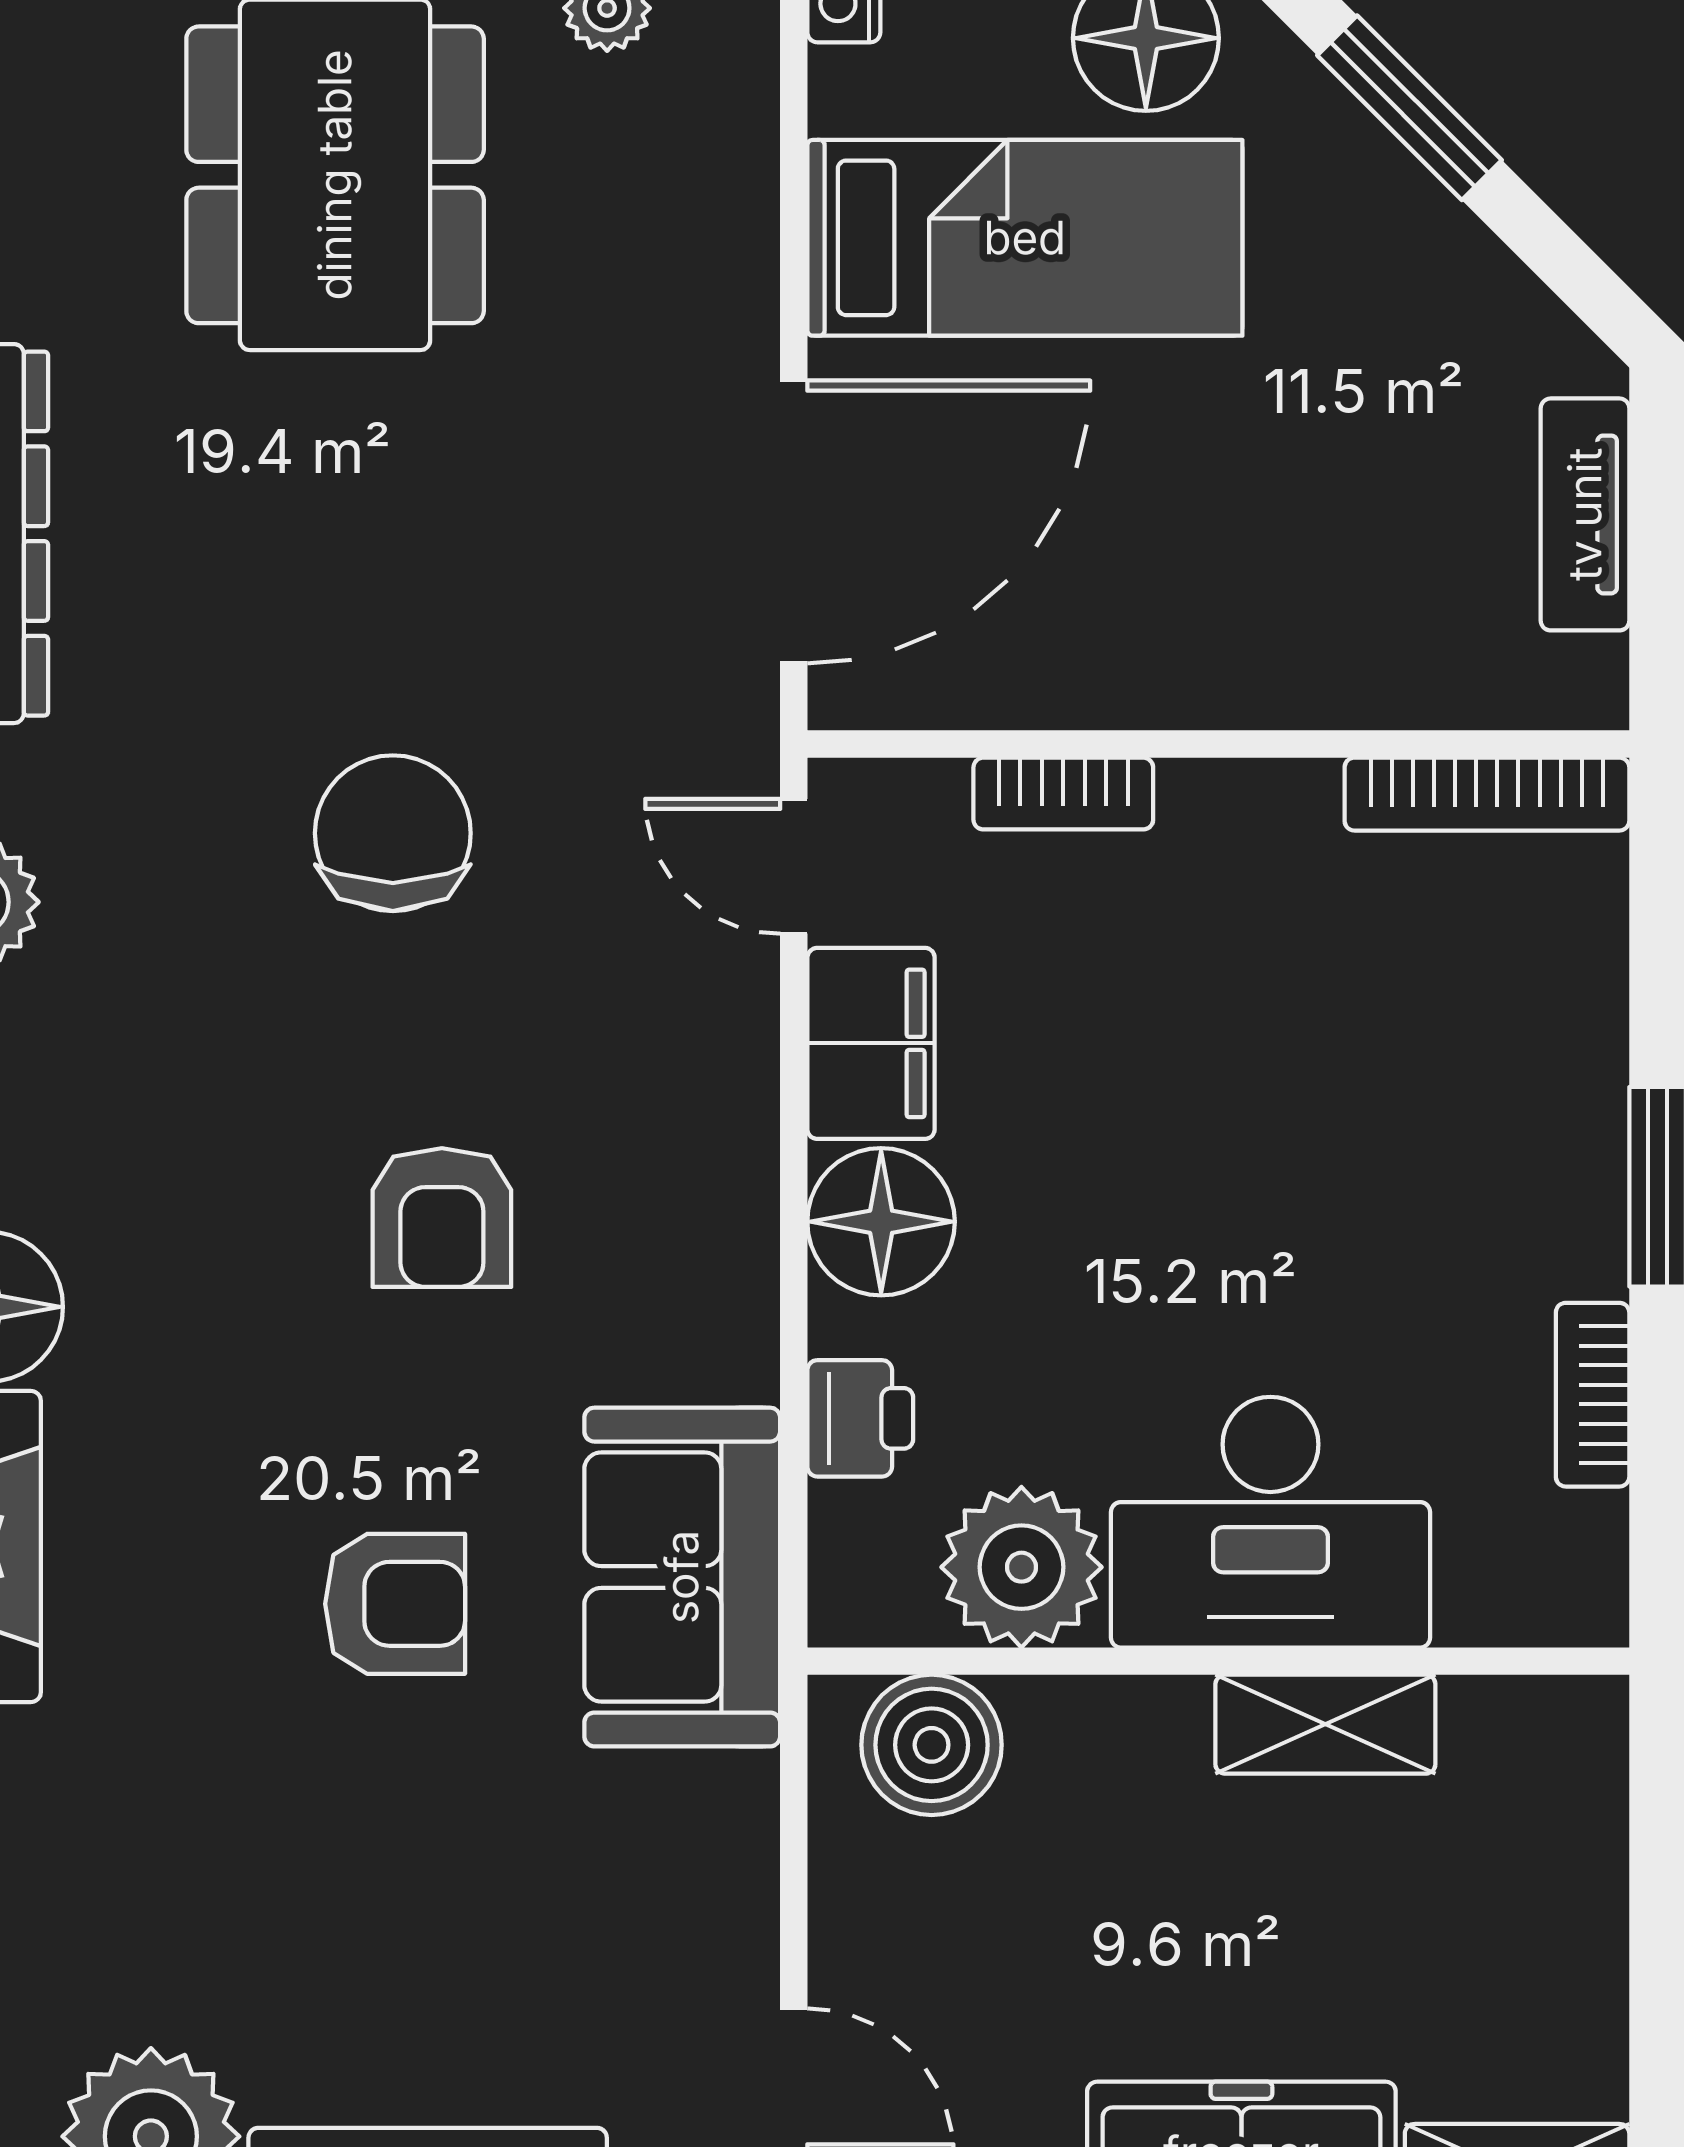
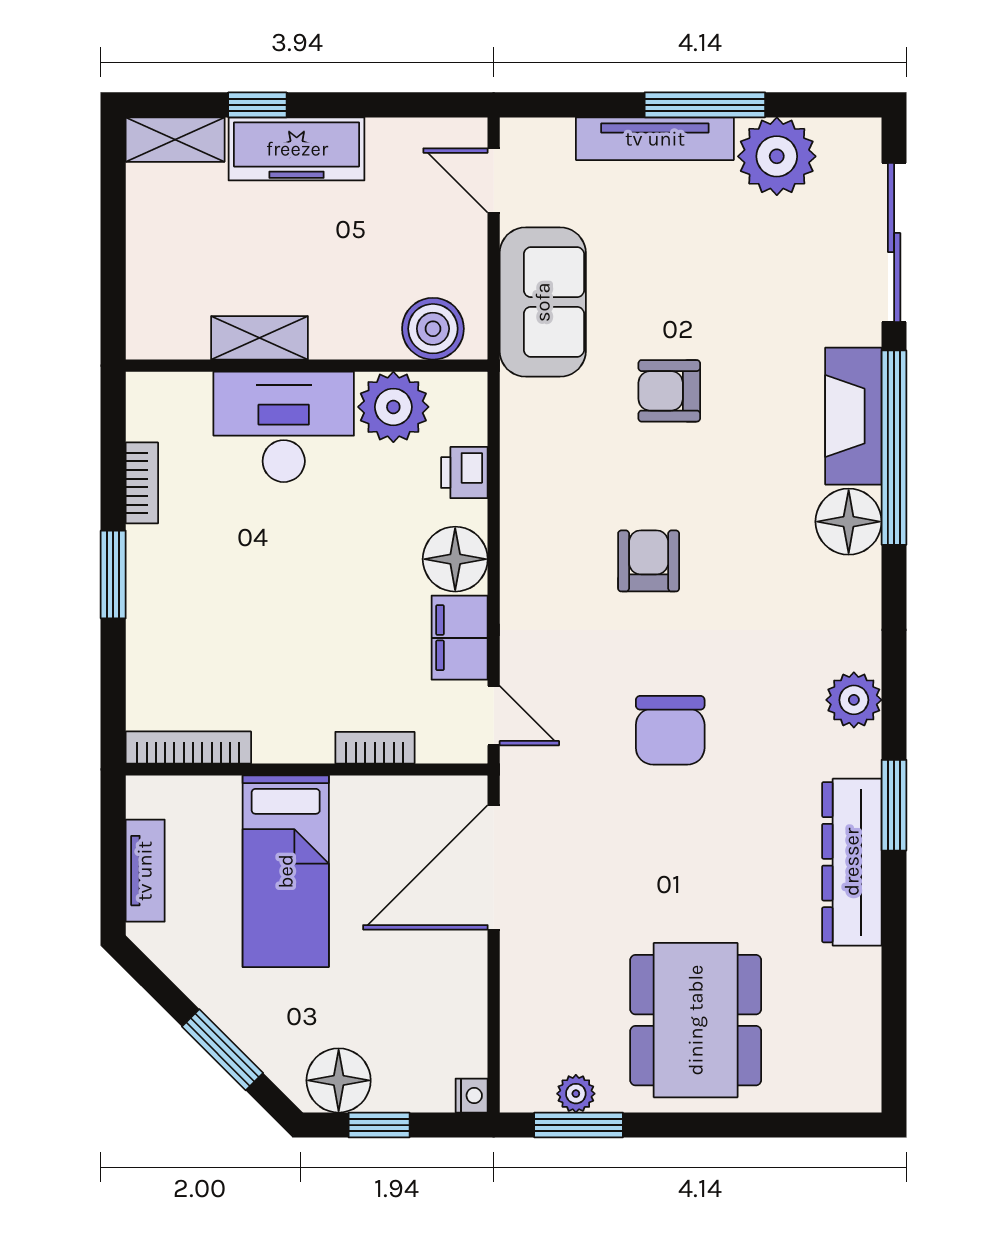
bed: (1025, 238) -> (286, 871), moved, turned -90
sofa: (682, 1577) -> (543, 302), moved

